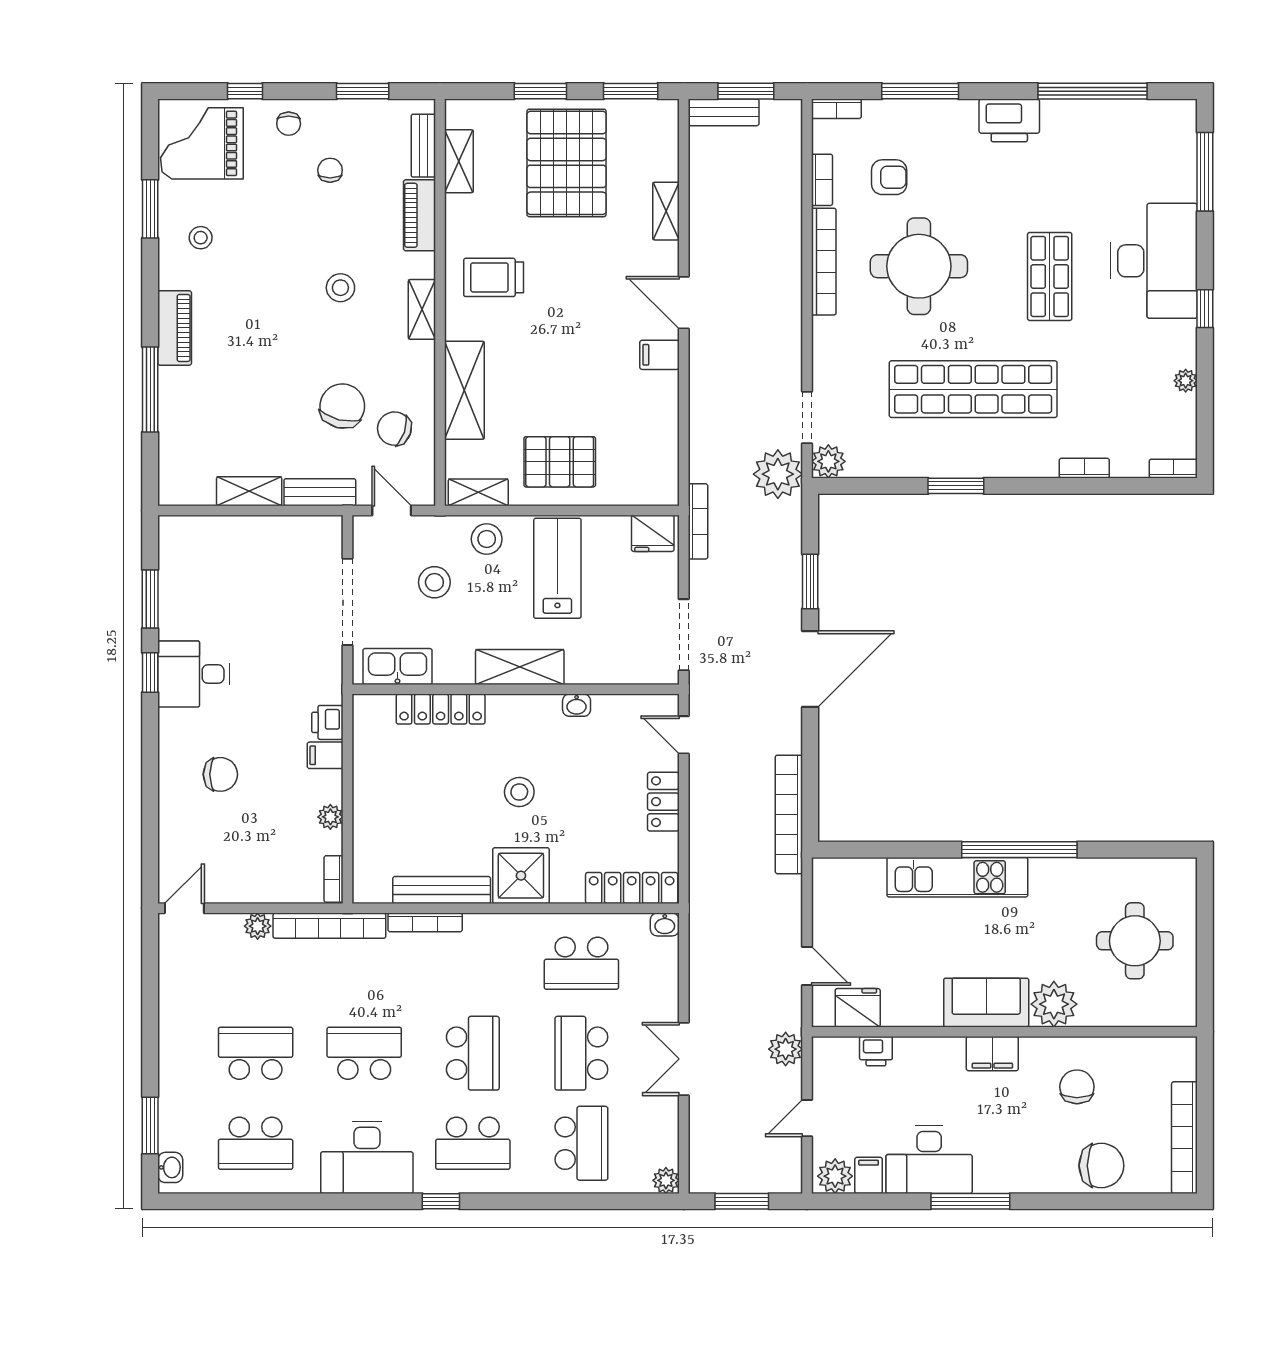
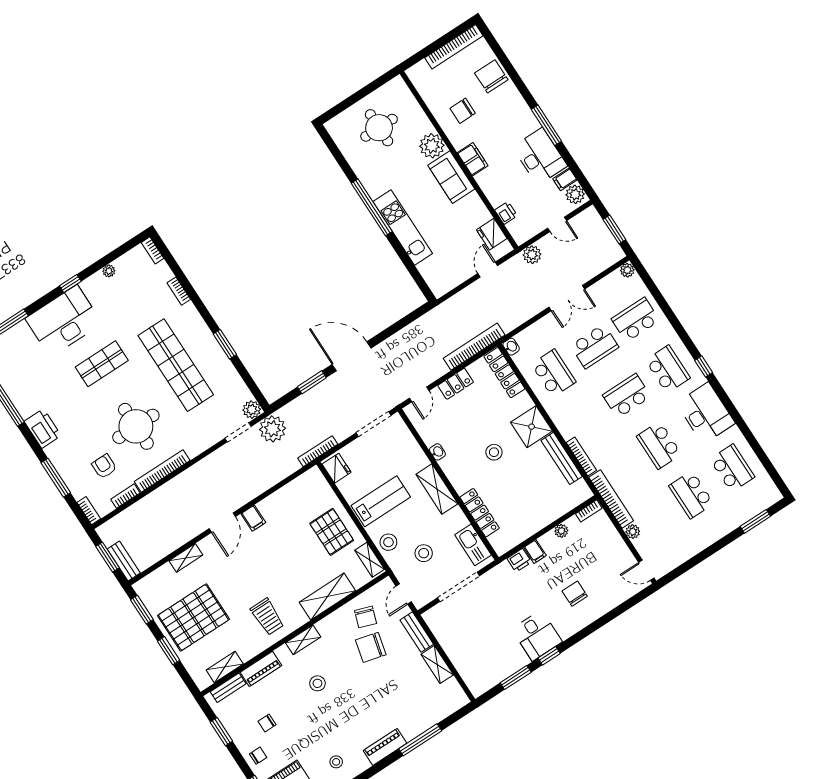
lab bench: (557, 568) -> (381, 501), turned 180
bookcase: (789, 814) -> (474, 347), moved, turned 180
washbasin: (170, 1167) -> (769, 500), removed

